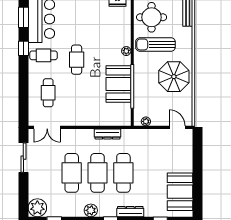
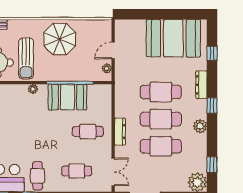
cafe table: (77, 60) -> (88, 132), moved
door: (177, 127) -> (113, 50), moved
dresser: (108, 134) -> (120, 132), moved
booth: (180, 192) -> (173, 38), width x1.36, depth x1.42

